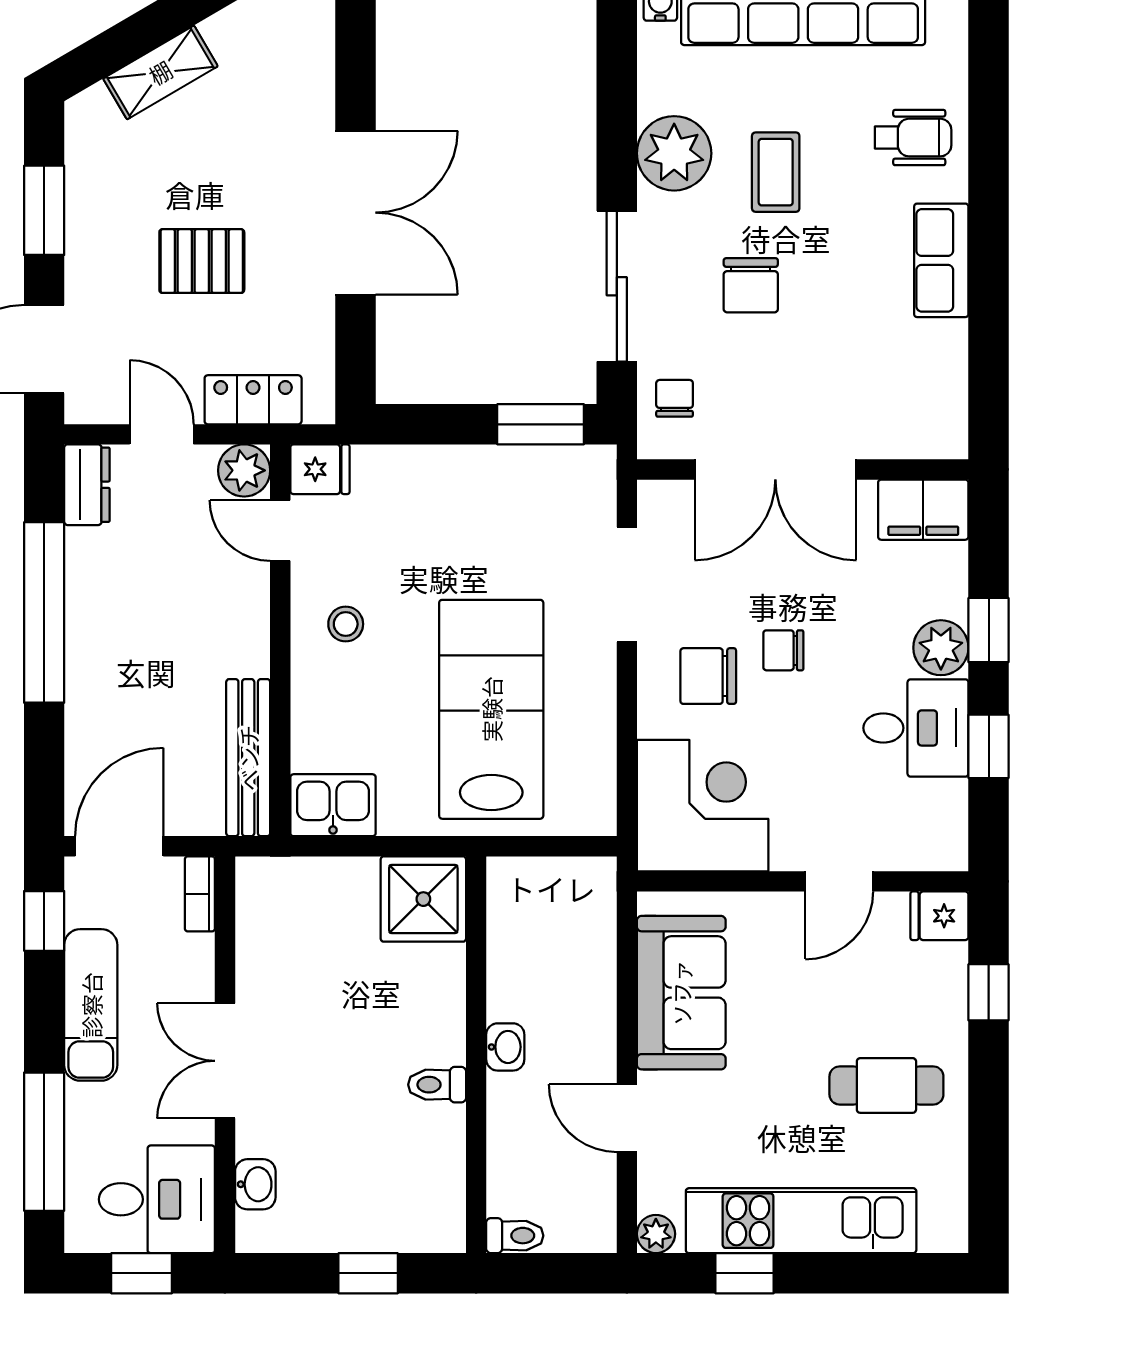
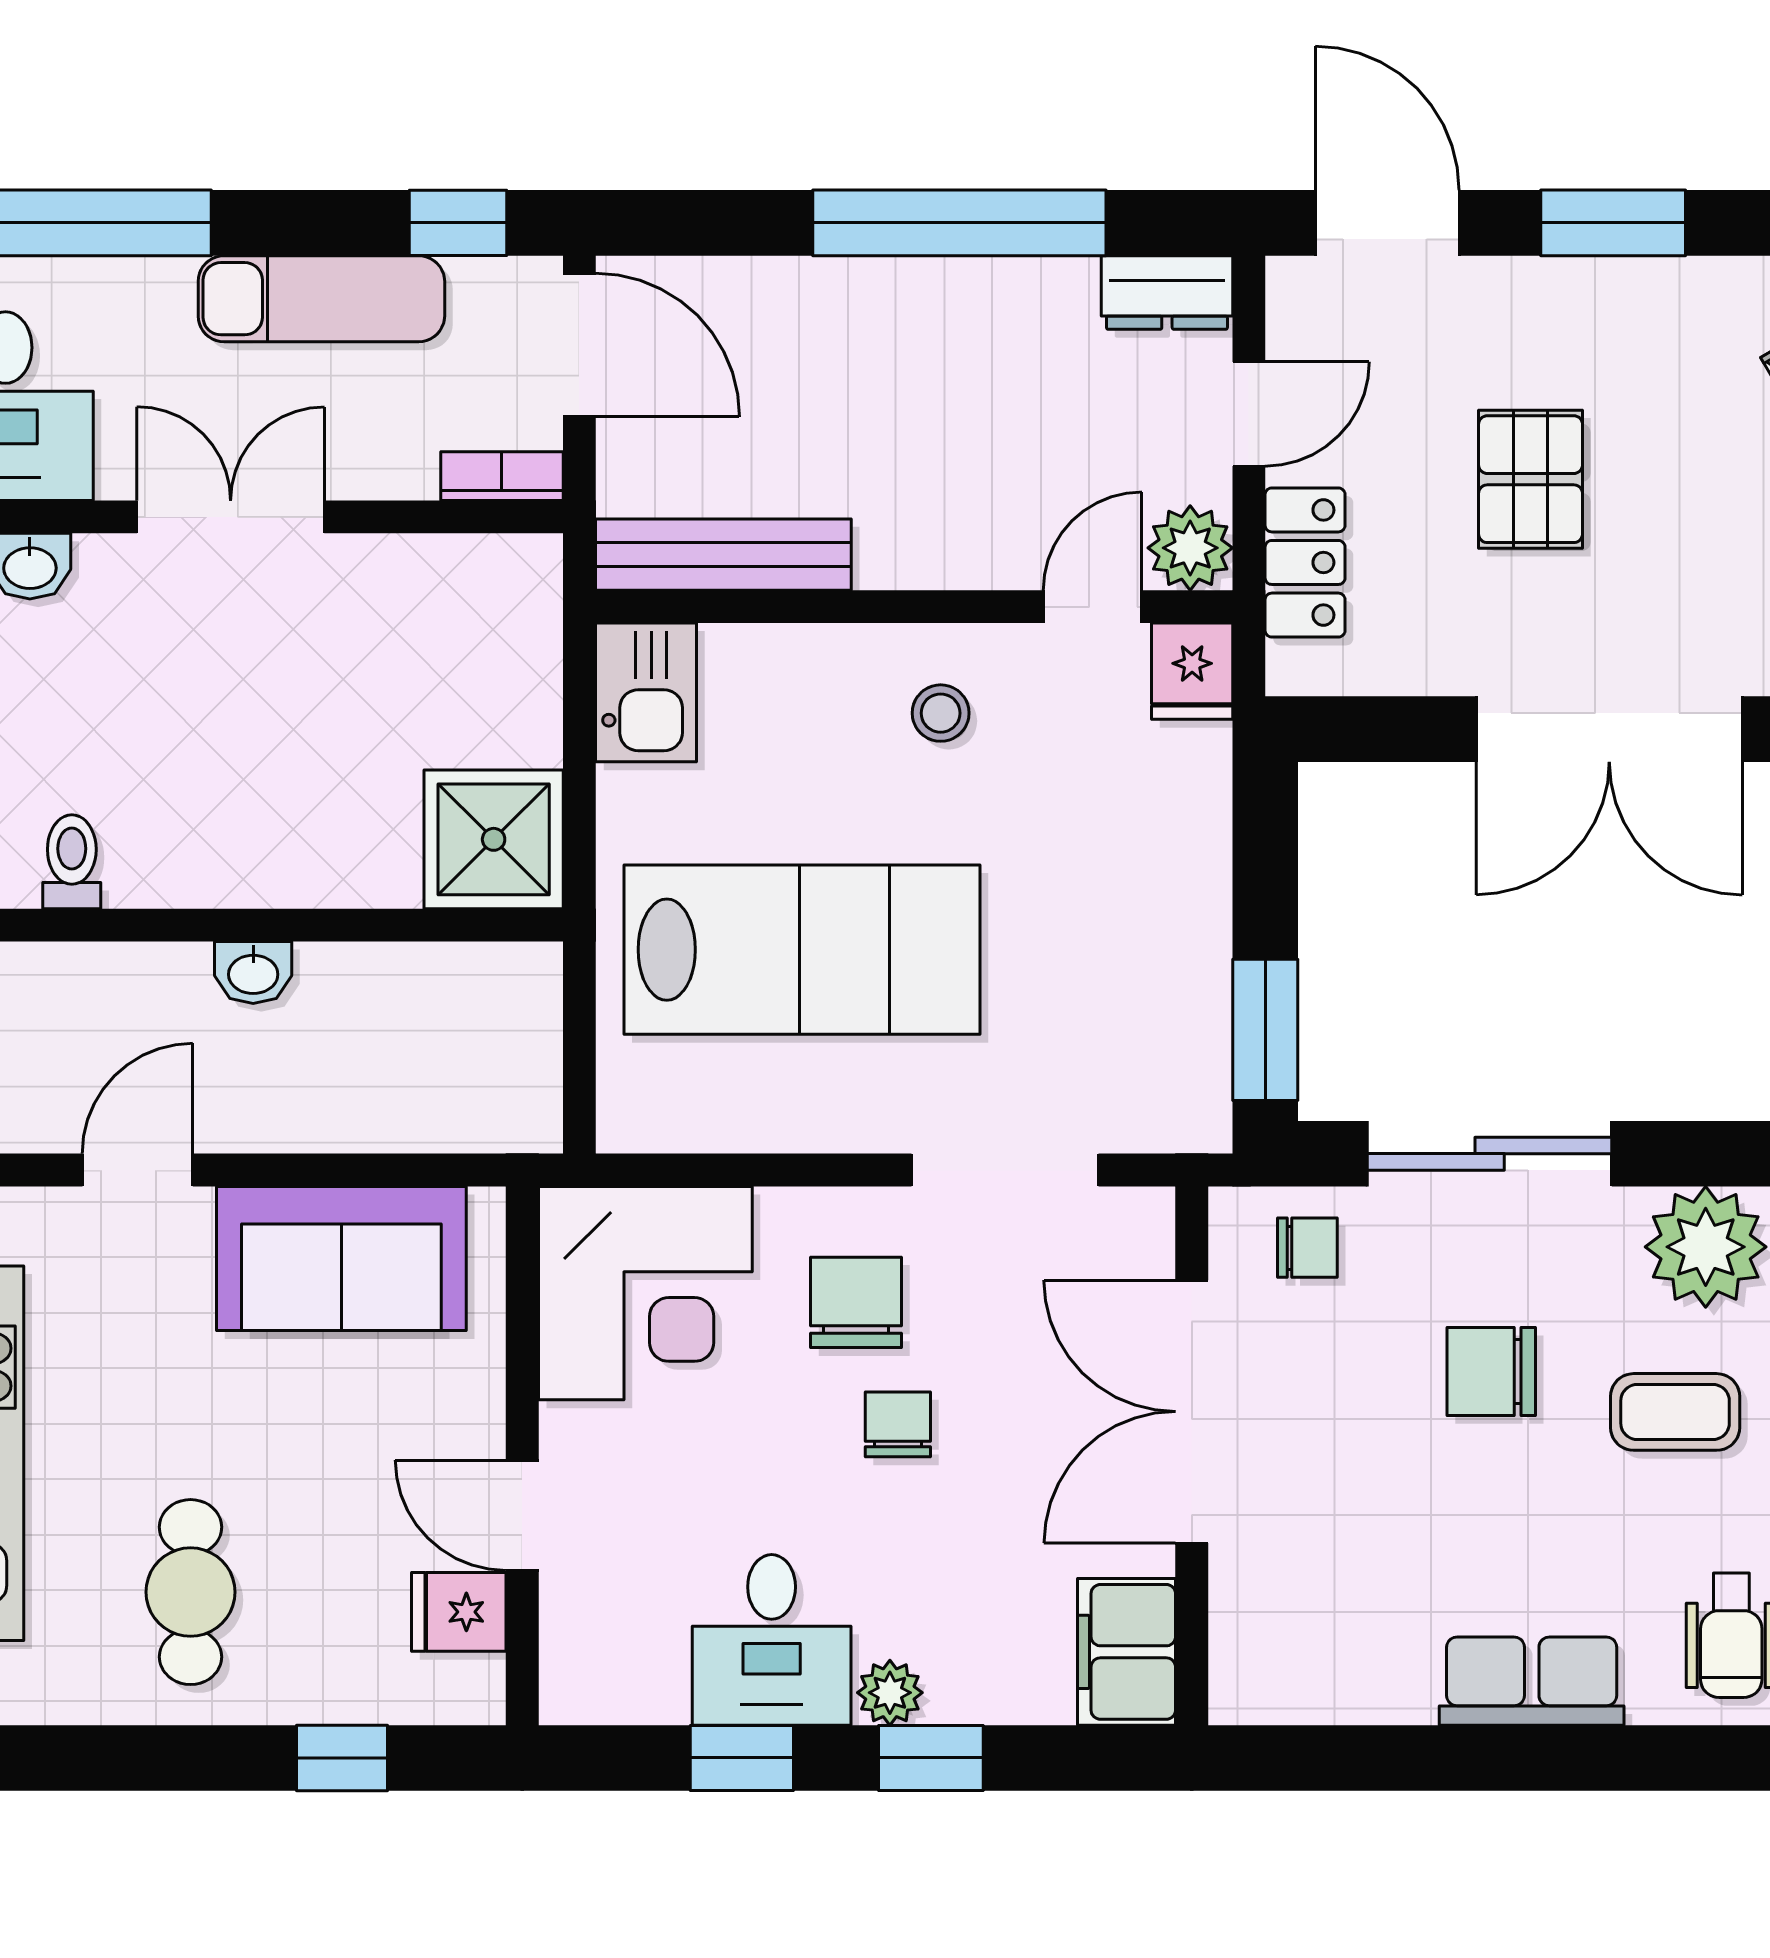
plant: (941, 648) -> (890, 1693), width x0.73, depth x0.73
fridge: (939, 916) -> (459, 1612), moved, turned -90
toilet: (437, 1085) -> (72, 862), moved

